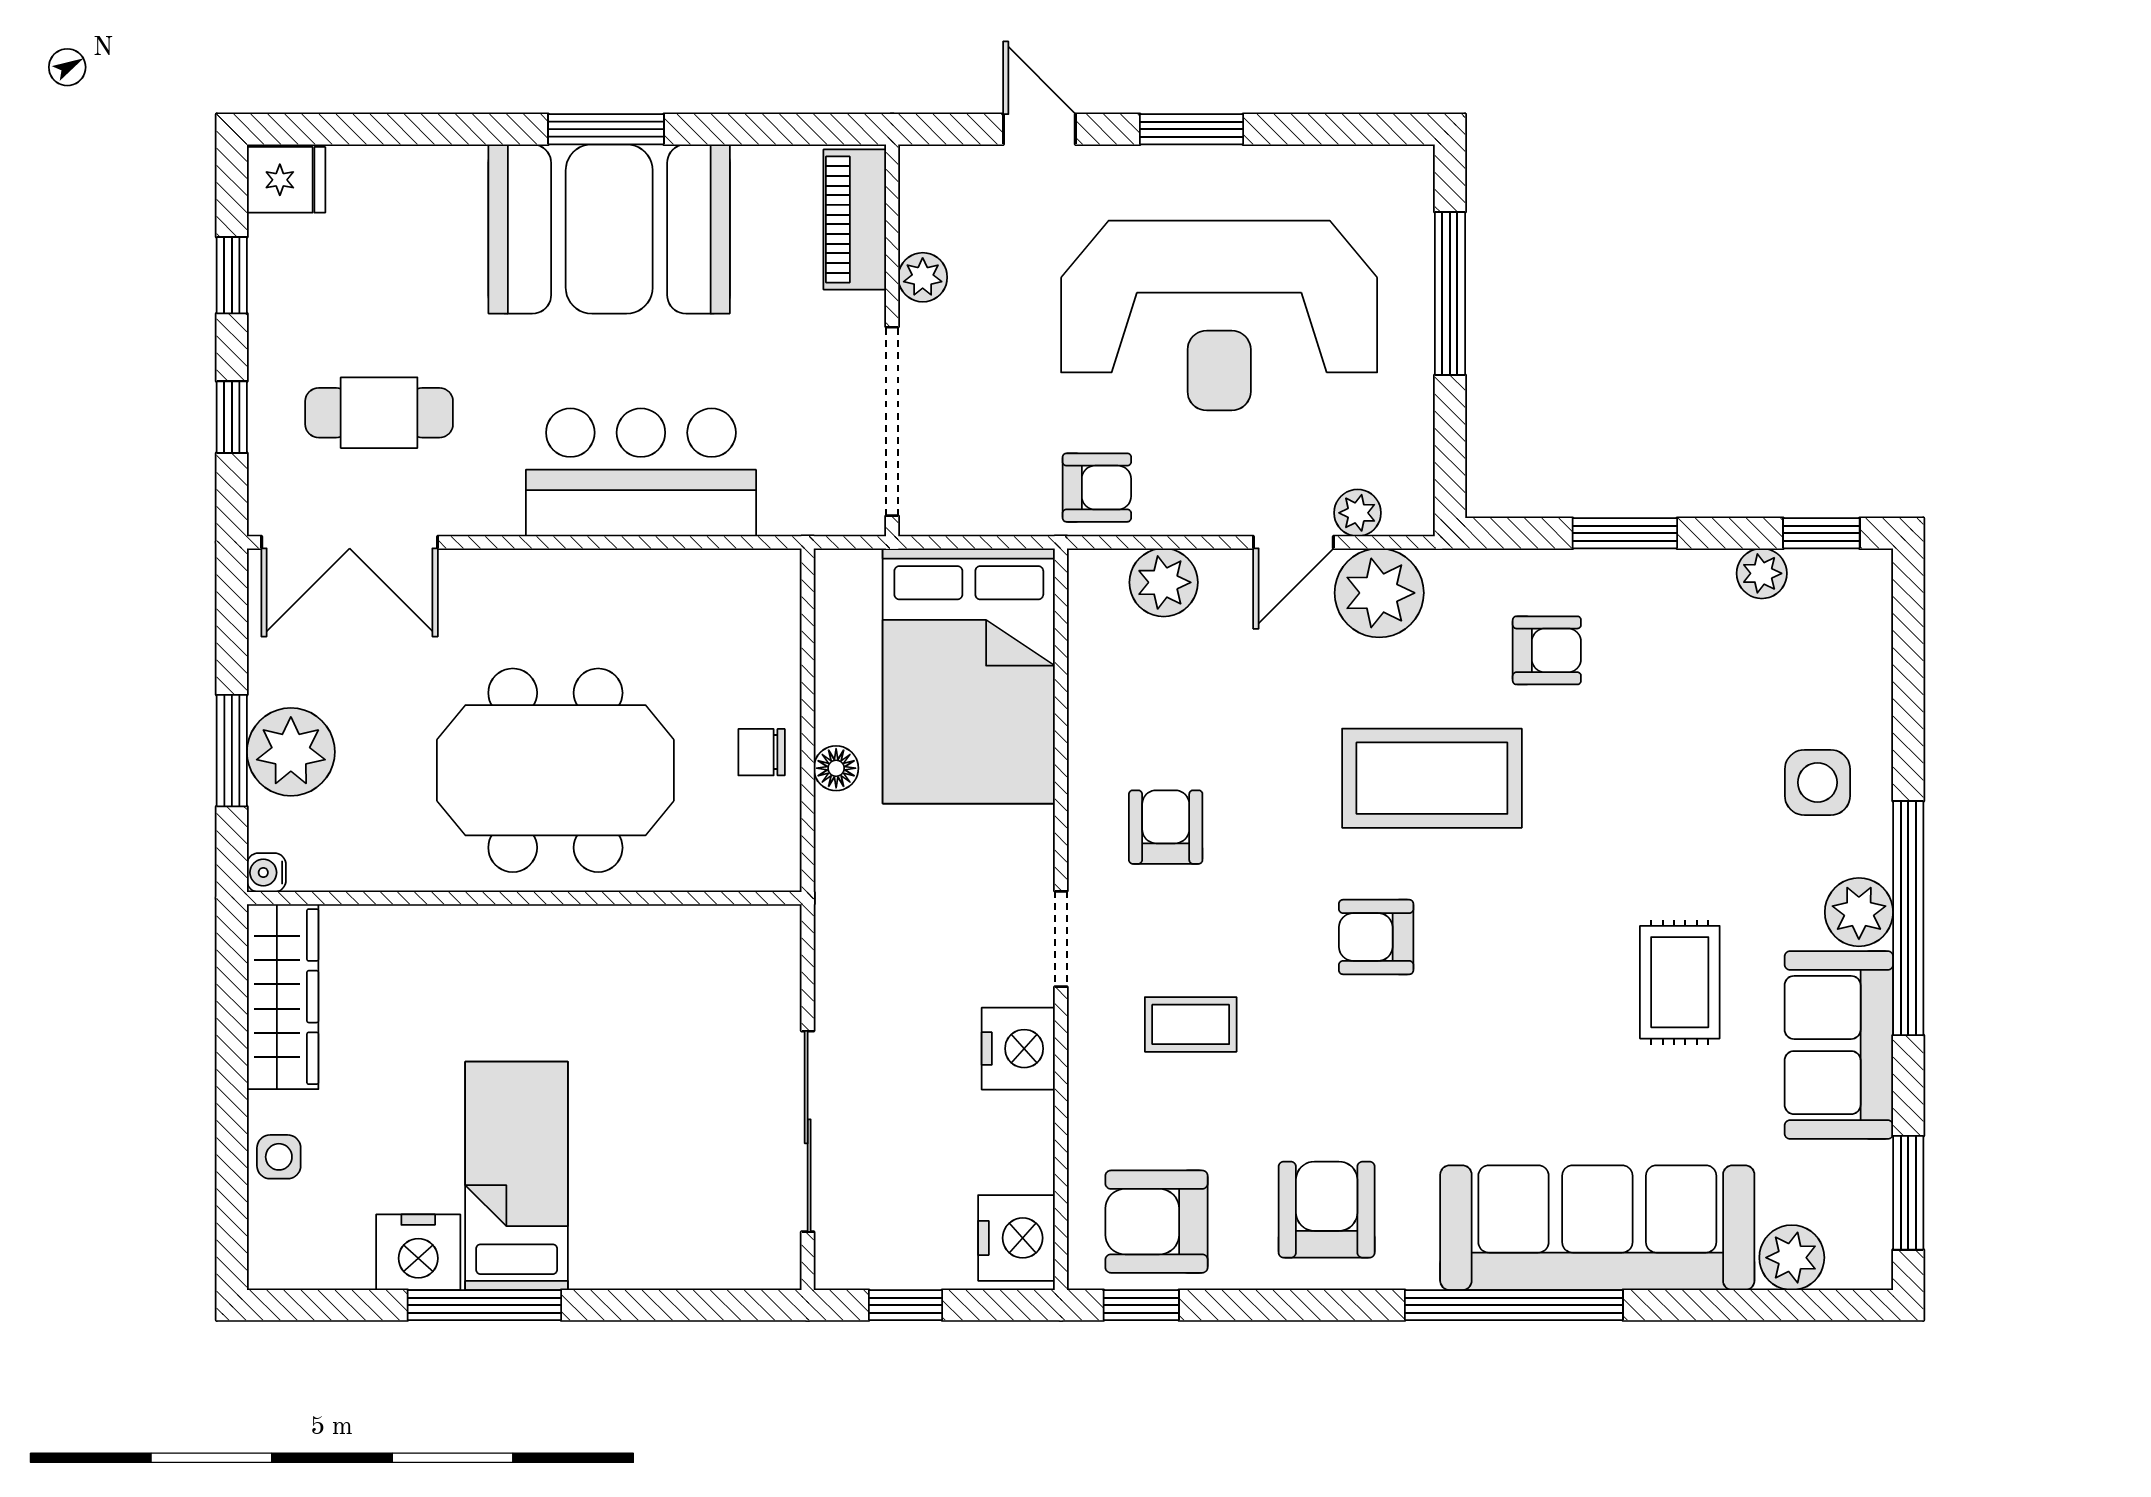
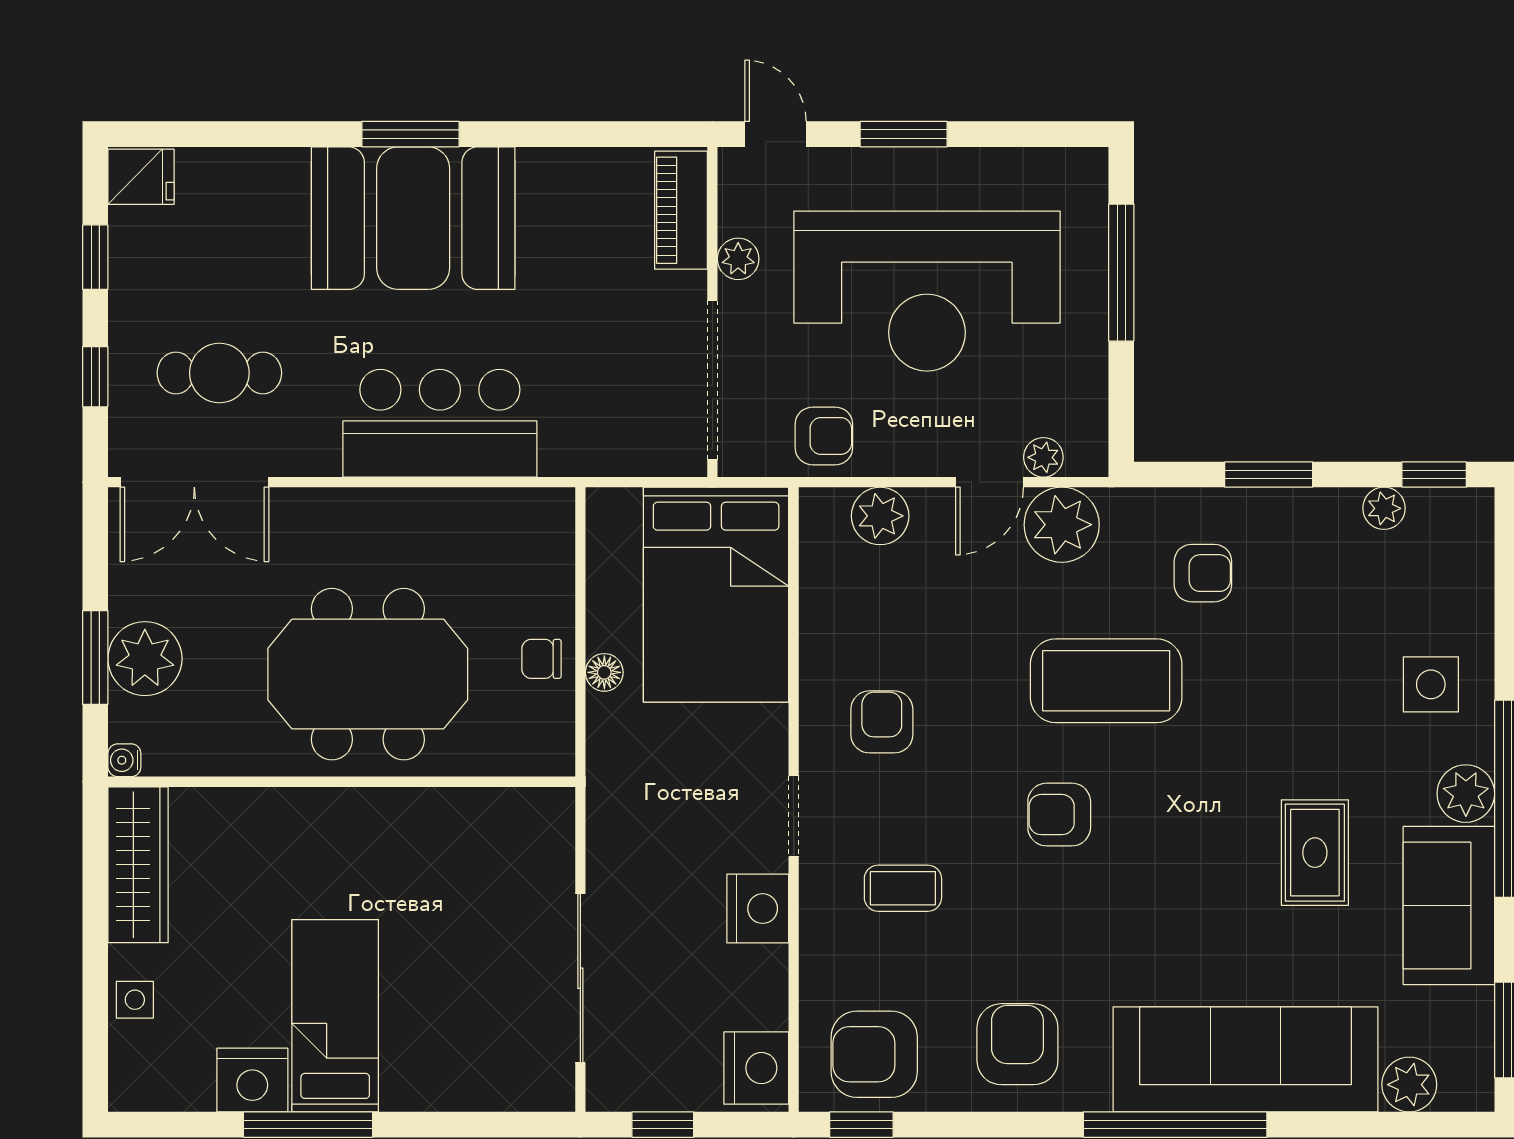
piano: (855, 219) -> (681, 210), moved
plant: (923, 277) -> (738, 259), moved
wall: (892, 340) -> (712, 312), moved
doorway: (892, 421) -> (712, 380), moved

